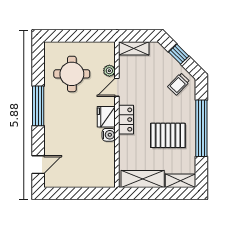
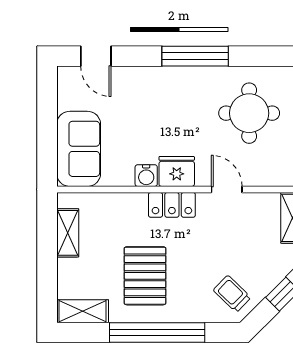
plant: (109, 71) -> (255, 177), removed
sofa: (93, 175) -> (79, 149), added
shelving: (143, 179) -> (68, 233), width x0.67, depth x0.75
shelving: (181, 181) -> (83, 311), moved, turned 90

